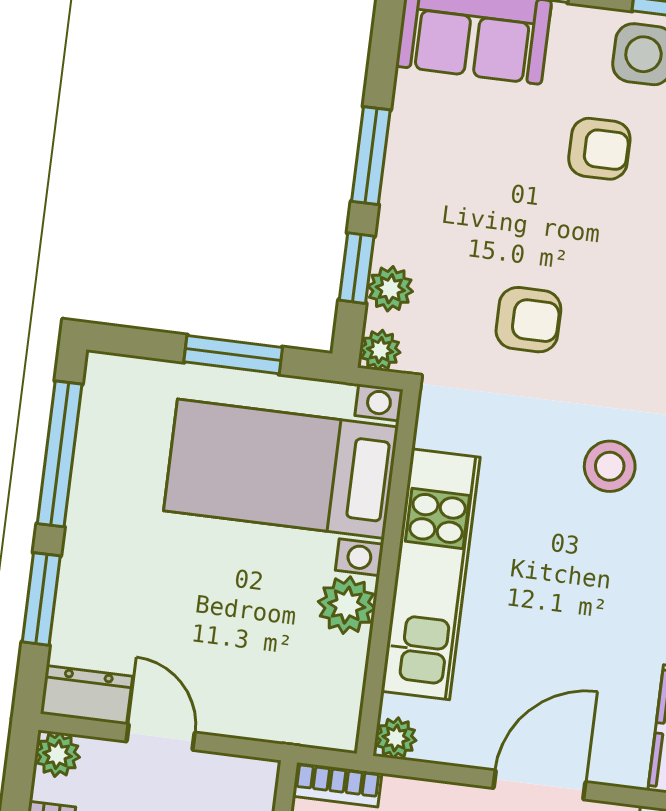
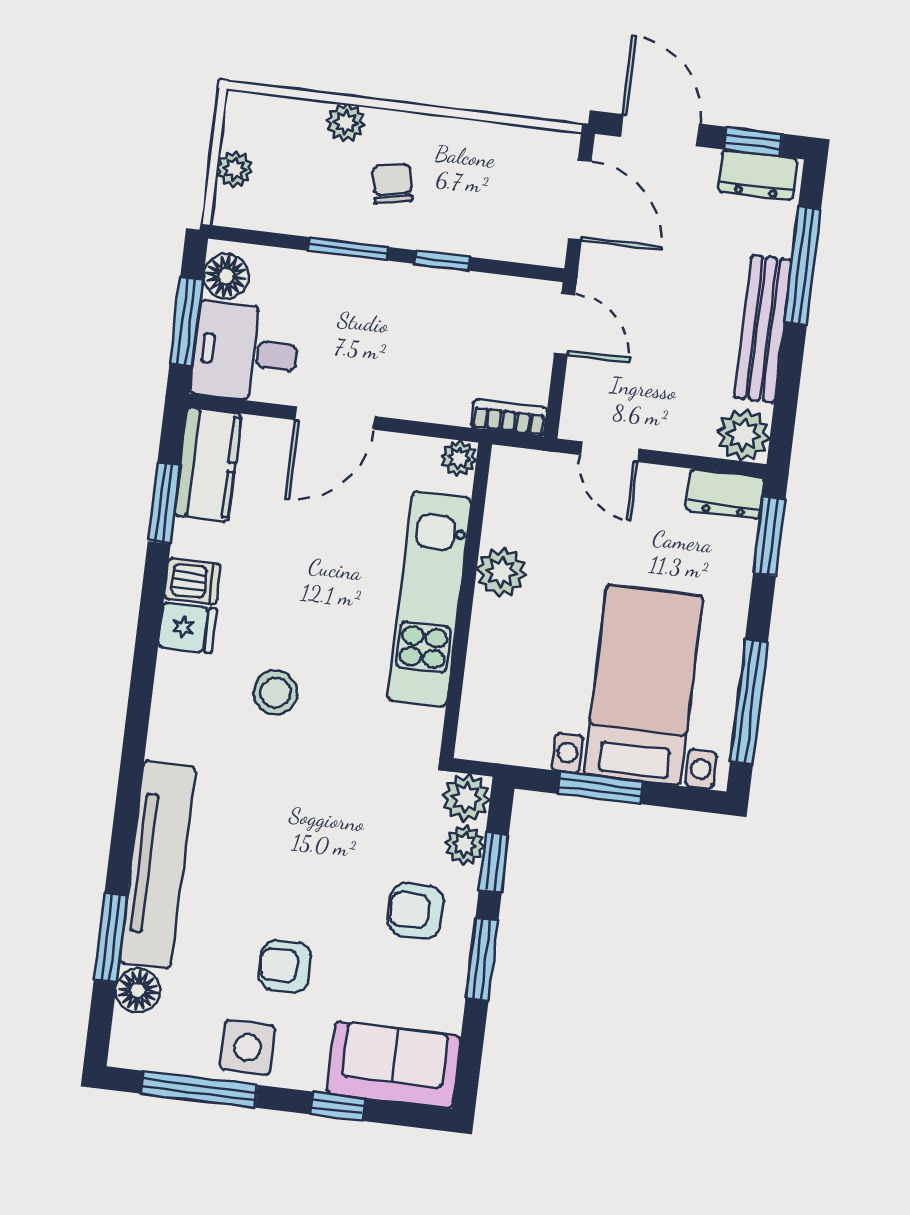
armchair: (528, 320) -> (416, 911), moved
plant: (380, 350) -> (466, 798), width x1.38, depth x1.38
bed with nightstands: (281, 469) -> (643, 685), moved, turned -90
window: (41, 599) -> (769, 536), moved
door: (161, 737) -> (610, 452), moved
plant: (57, 755) -> (744, 435), width x1.38, depth x1.38

